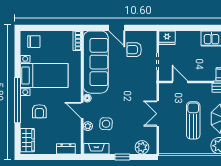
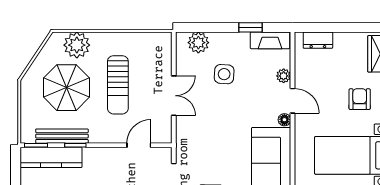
door: (180, 82) -> (139, 145), swing flipped
side table: (106, 124) -> (224, 74), moved
window: (122, 157) -> (251, 27), moved

